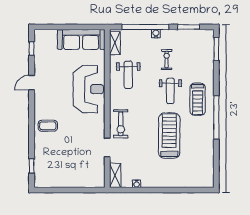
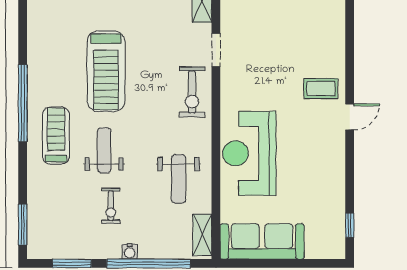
weight bench: (128, 75) -> (179, 179), turned 180
door: (32, 83) -> (350, 117), moved
exercise bike: (121, 124) -> (192, 92), turned 180
window: (32, 166) -> (350, 17), removed

